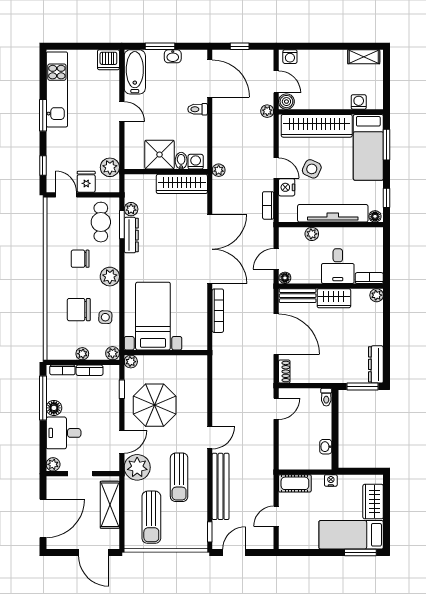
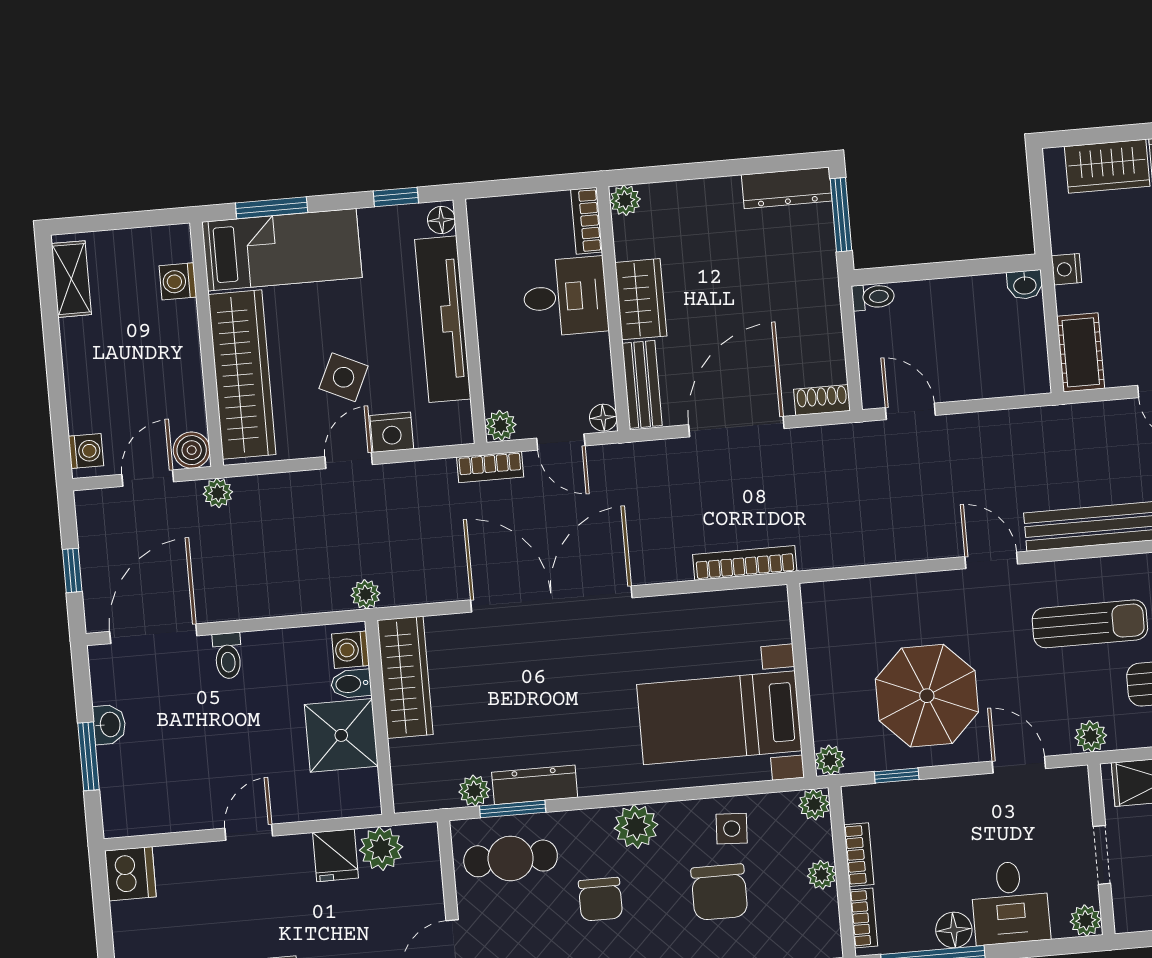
bathtub: (135, 72) -> (153, 810), removed
fridge: (86, 182) -> (336, 855), moved, turned -90
bookcase: (268, 205) -> (490, 467), moved
plant: (312, 234) -> (501, 426), moved
bookcase: (218, 311) -> (745, 563), moved
washbasin: (326, 447) -> (1025, 285), moved
plant: (137, 467) -> (1091, 736), width x0.53, depth x0.53

